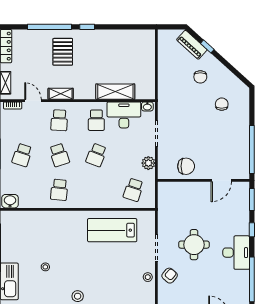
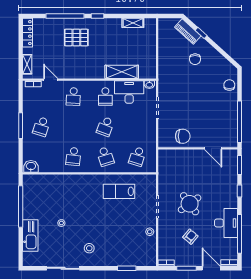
pallet: (63, 52) -> (76, 38), turned 90
shelving: (61, 94) -> (133, 23), moved
chair: (222, 104) -> (229, 85), moved
school desk: (59, 155) -> (105, 156), moved
plant: (148, 163) -> (150, 133), removed
door: (221, 180) -> (213, 148), hinge flipped
lab bench: (112, 230) -> (119, 191), width x0.73, depth x0.72
round table: (194, 245) -> (190, 204), turned -36
desk: (236, 253) -> (226, 223), moved
armchair: (170, 276) -> (190, 237), moved

